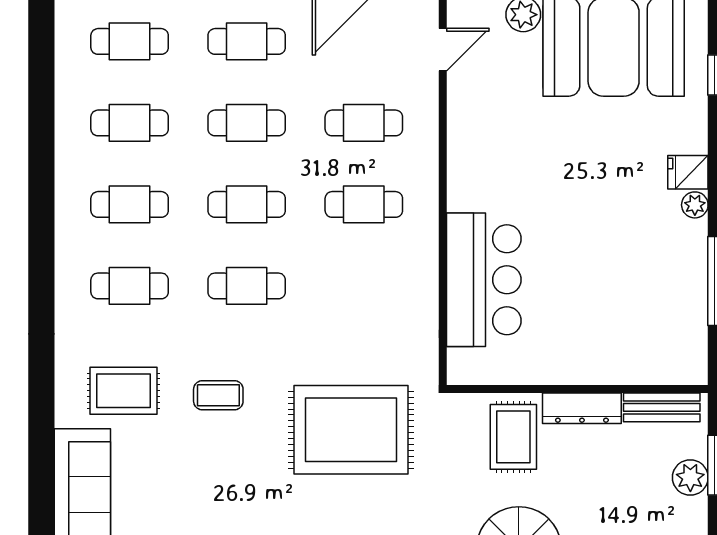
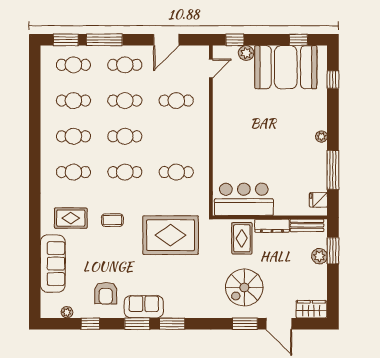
fridge: (688, 172) -> (318, 200), moved
cafe table: (364, 204) -> (176, 172), moved
bar counter: (484, 280) -> (244, 199), moved, turned -90

